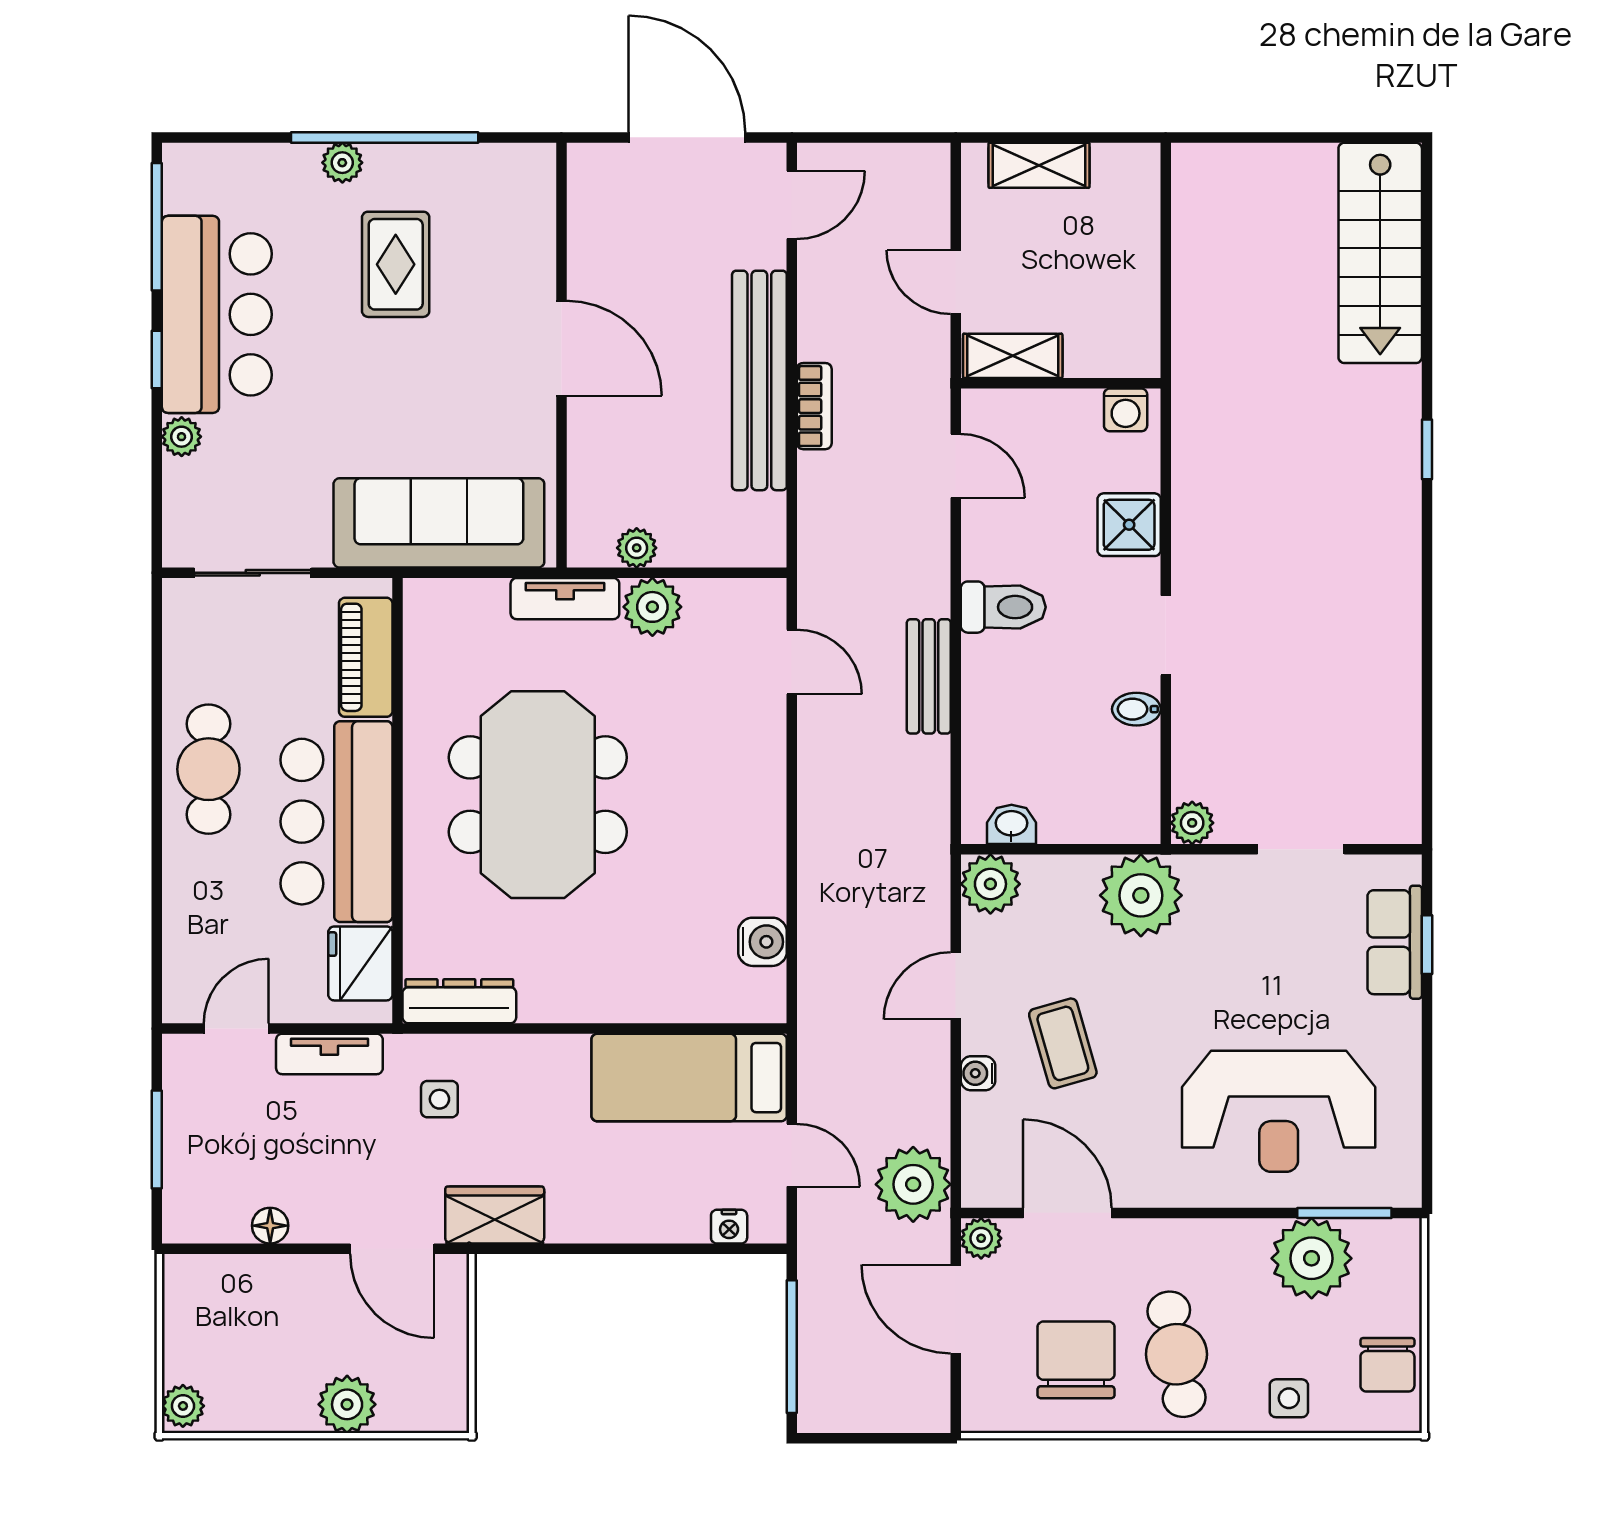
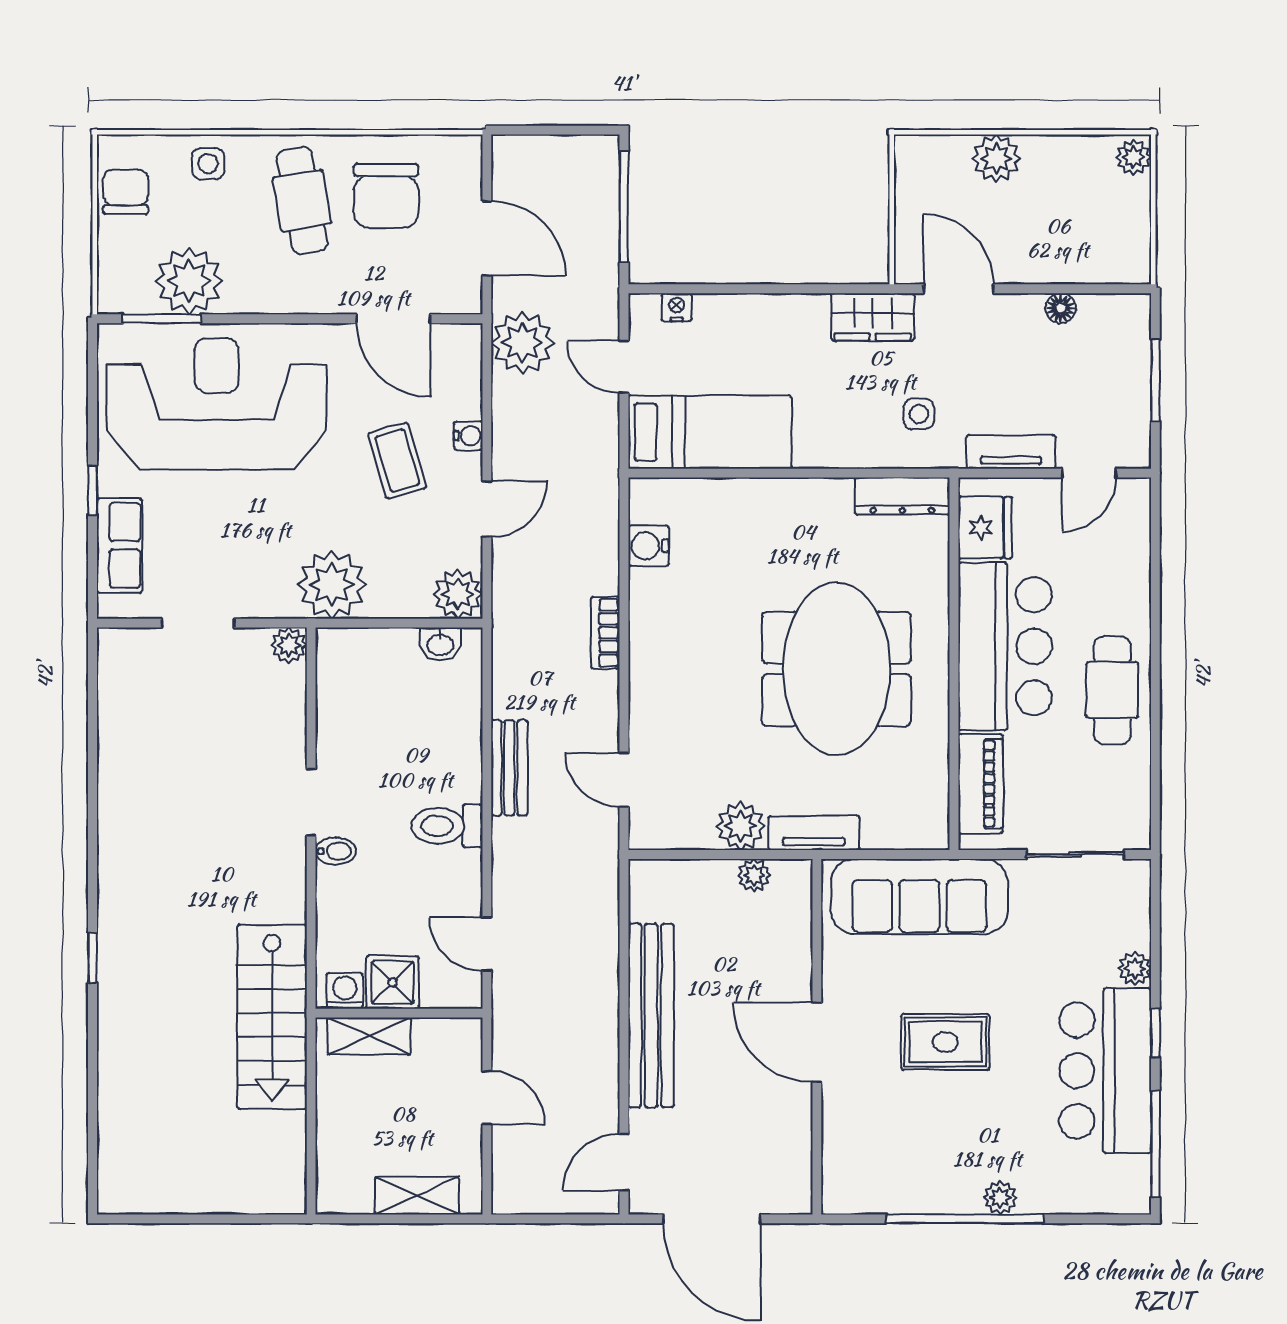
stairs: (1380, 253) -> (272, 1017), moved, turned 180
rug: (396, 264) -> (945, 1042), moved, turned 90
shelving: (1013, 356) -> (369, 1036), moved
bookcase: (814, 406) -> (605, 633), moved
shower: (1129, 525) -> (393, 982), moved
bidet: (1136, 709) -> (336, 851), moved
window: (1427, 945) -> (93, 490), moved
reception desk: (1279, 1111) -> (217, 404), width x1.36, depth x1.30
plant: (981, 1238) -> (466, 298), removed

